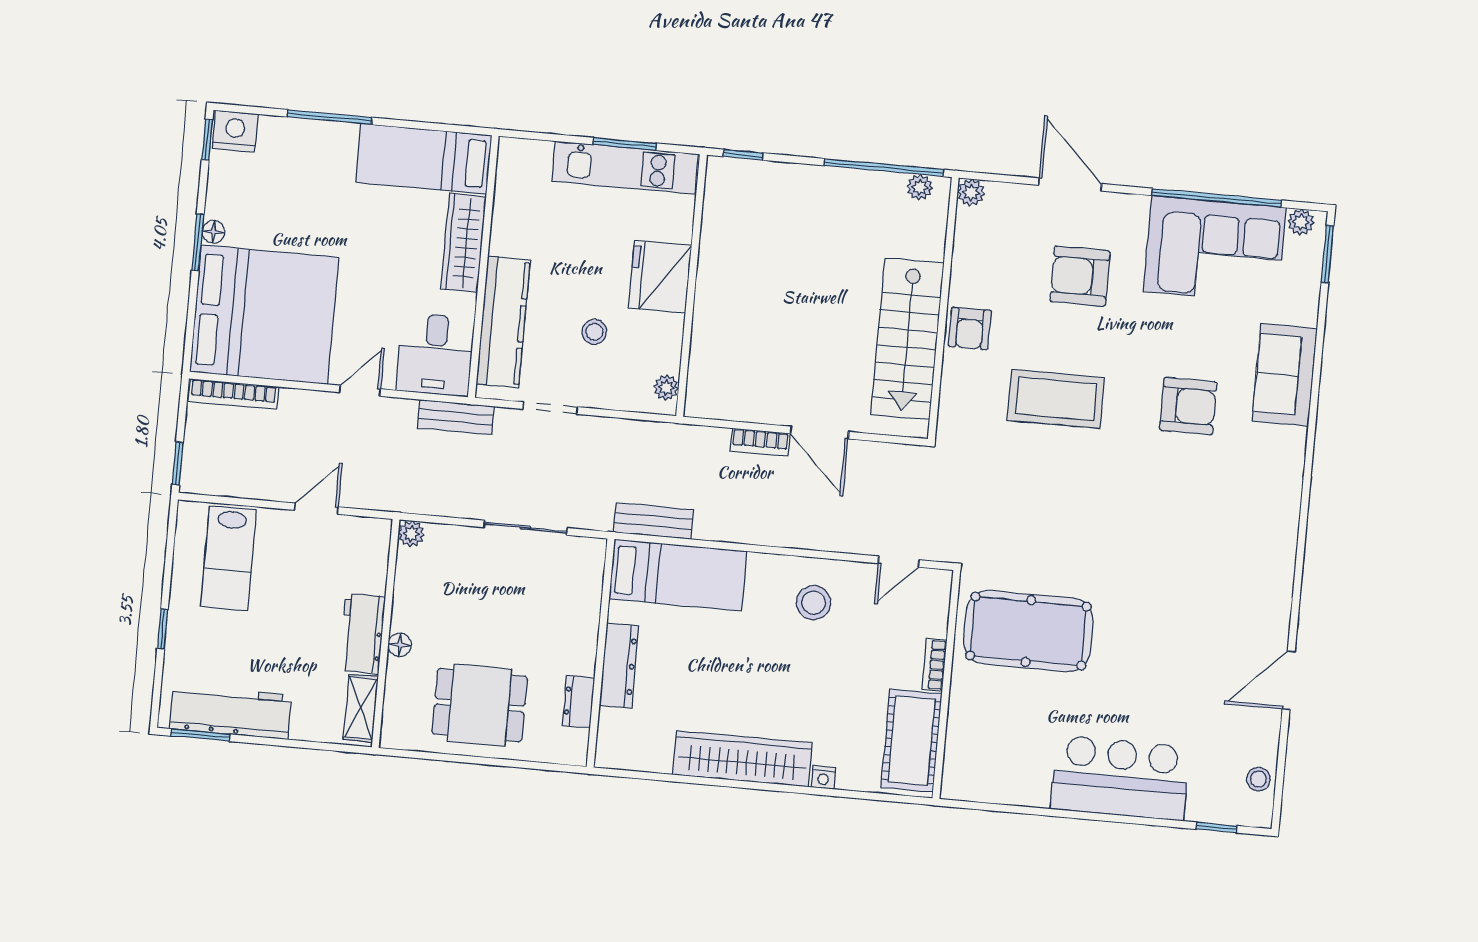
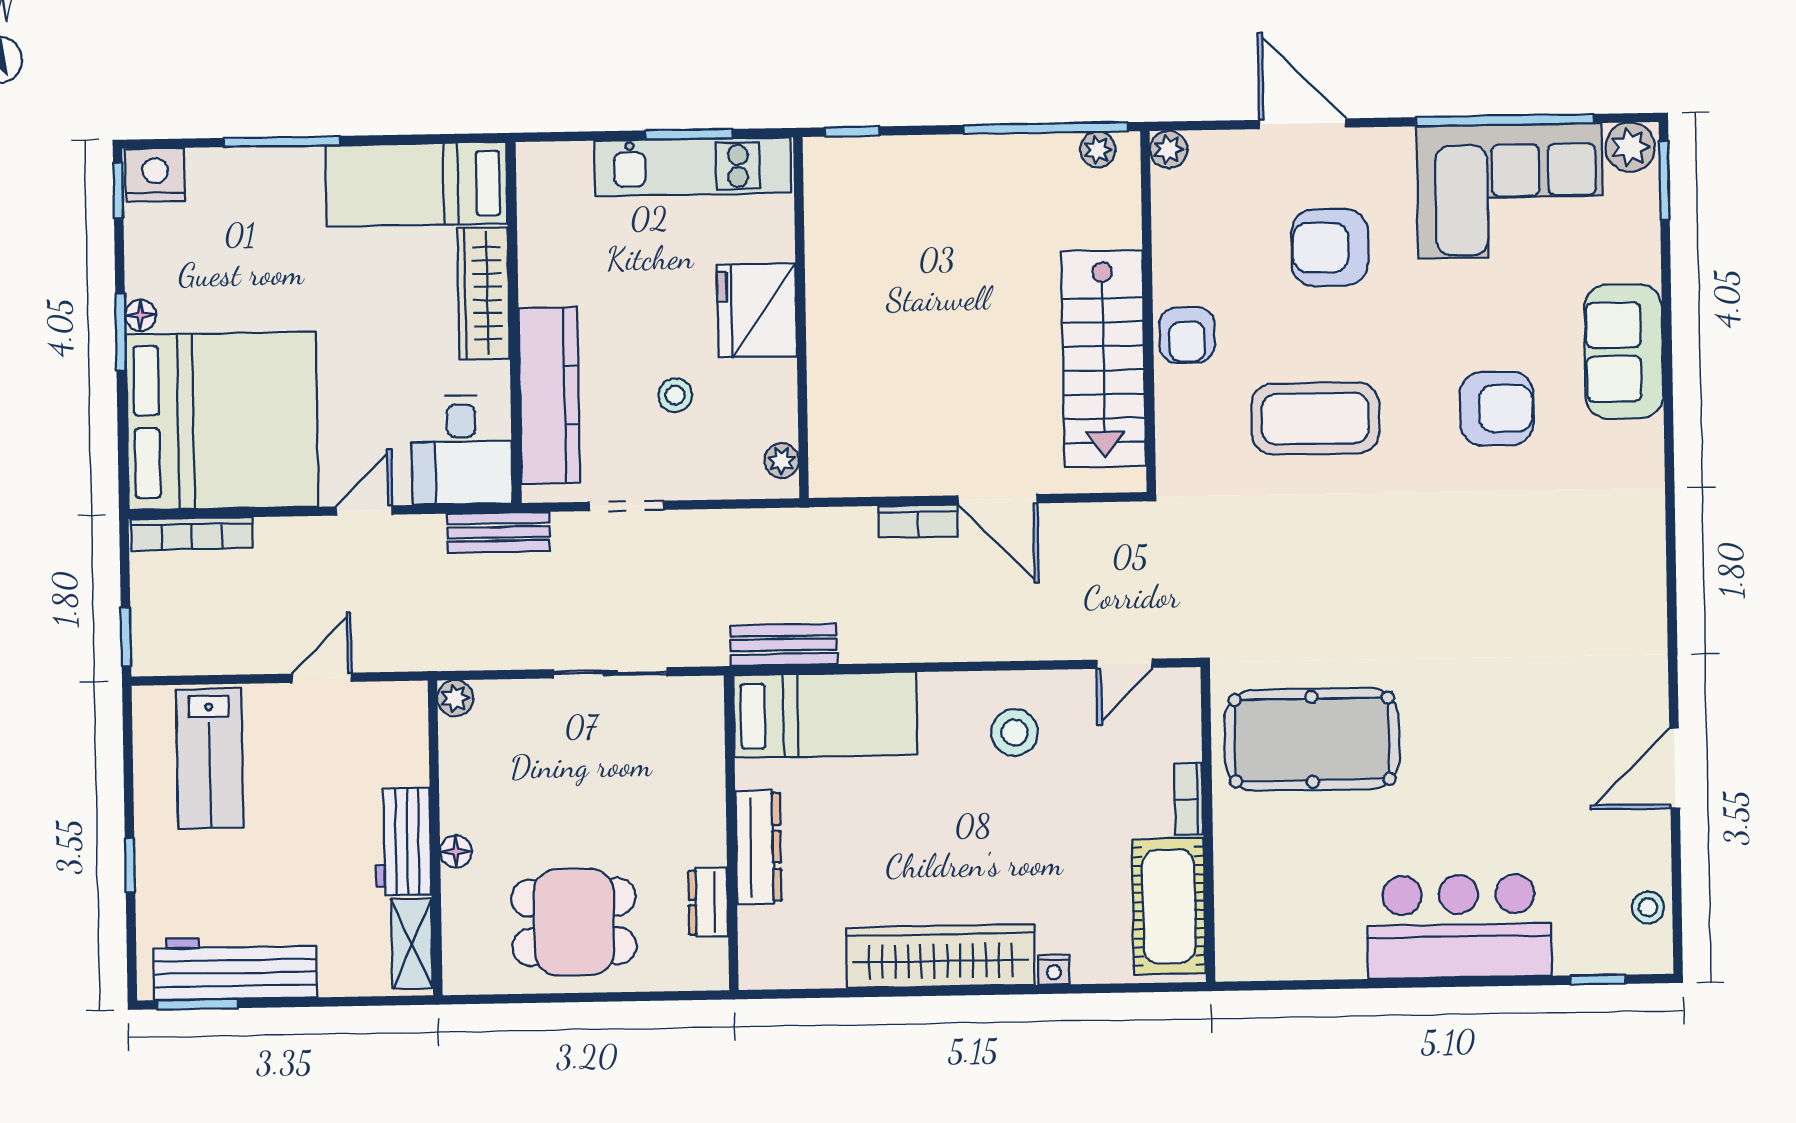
plant: (1301, 222) -> (1630, 147), width x1.38, depth x1.38

